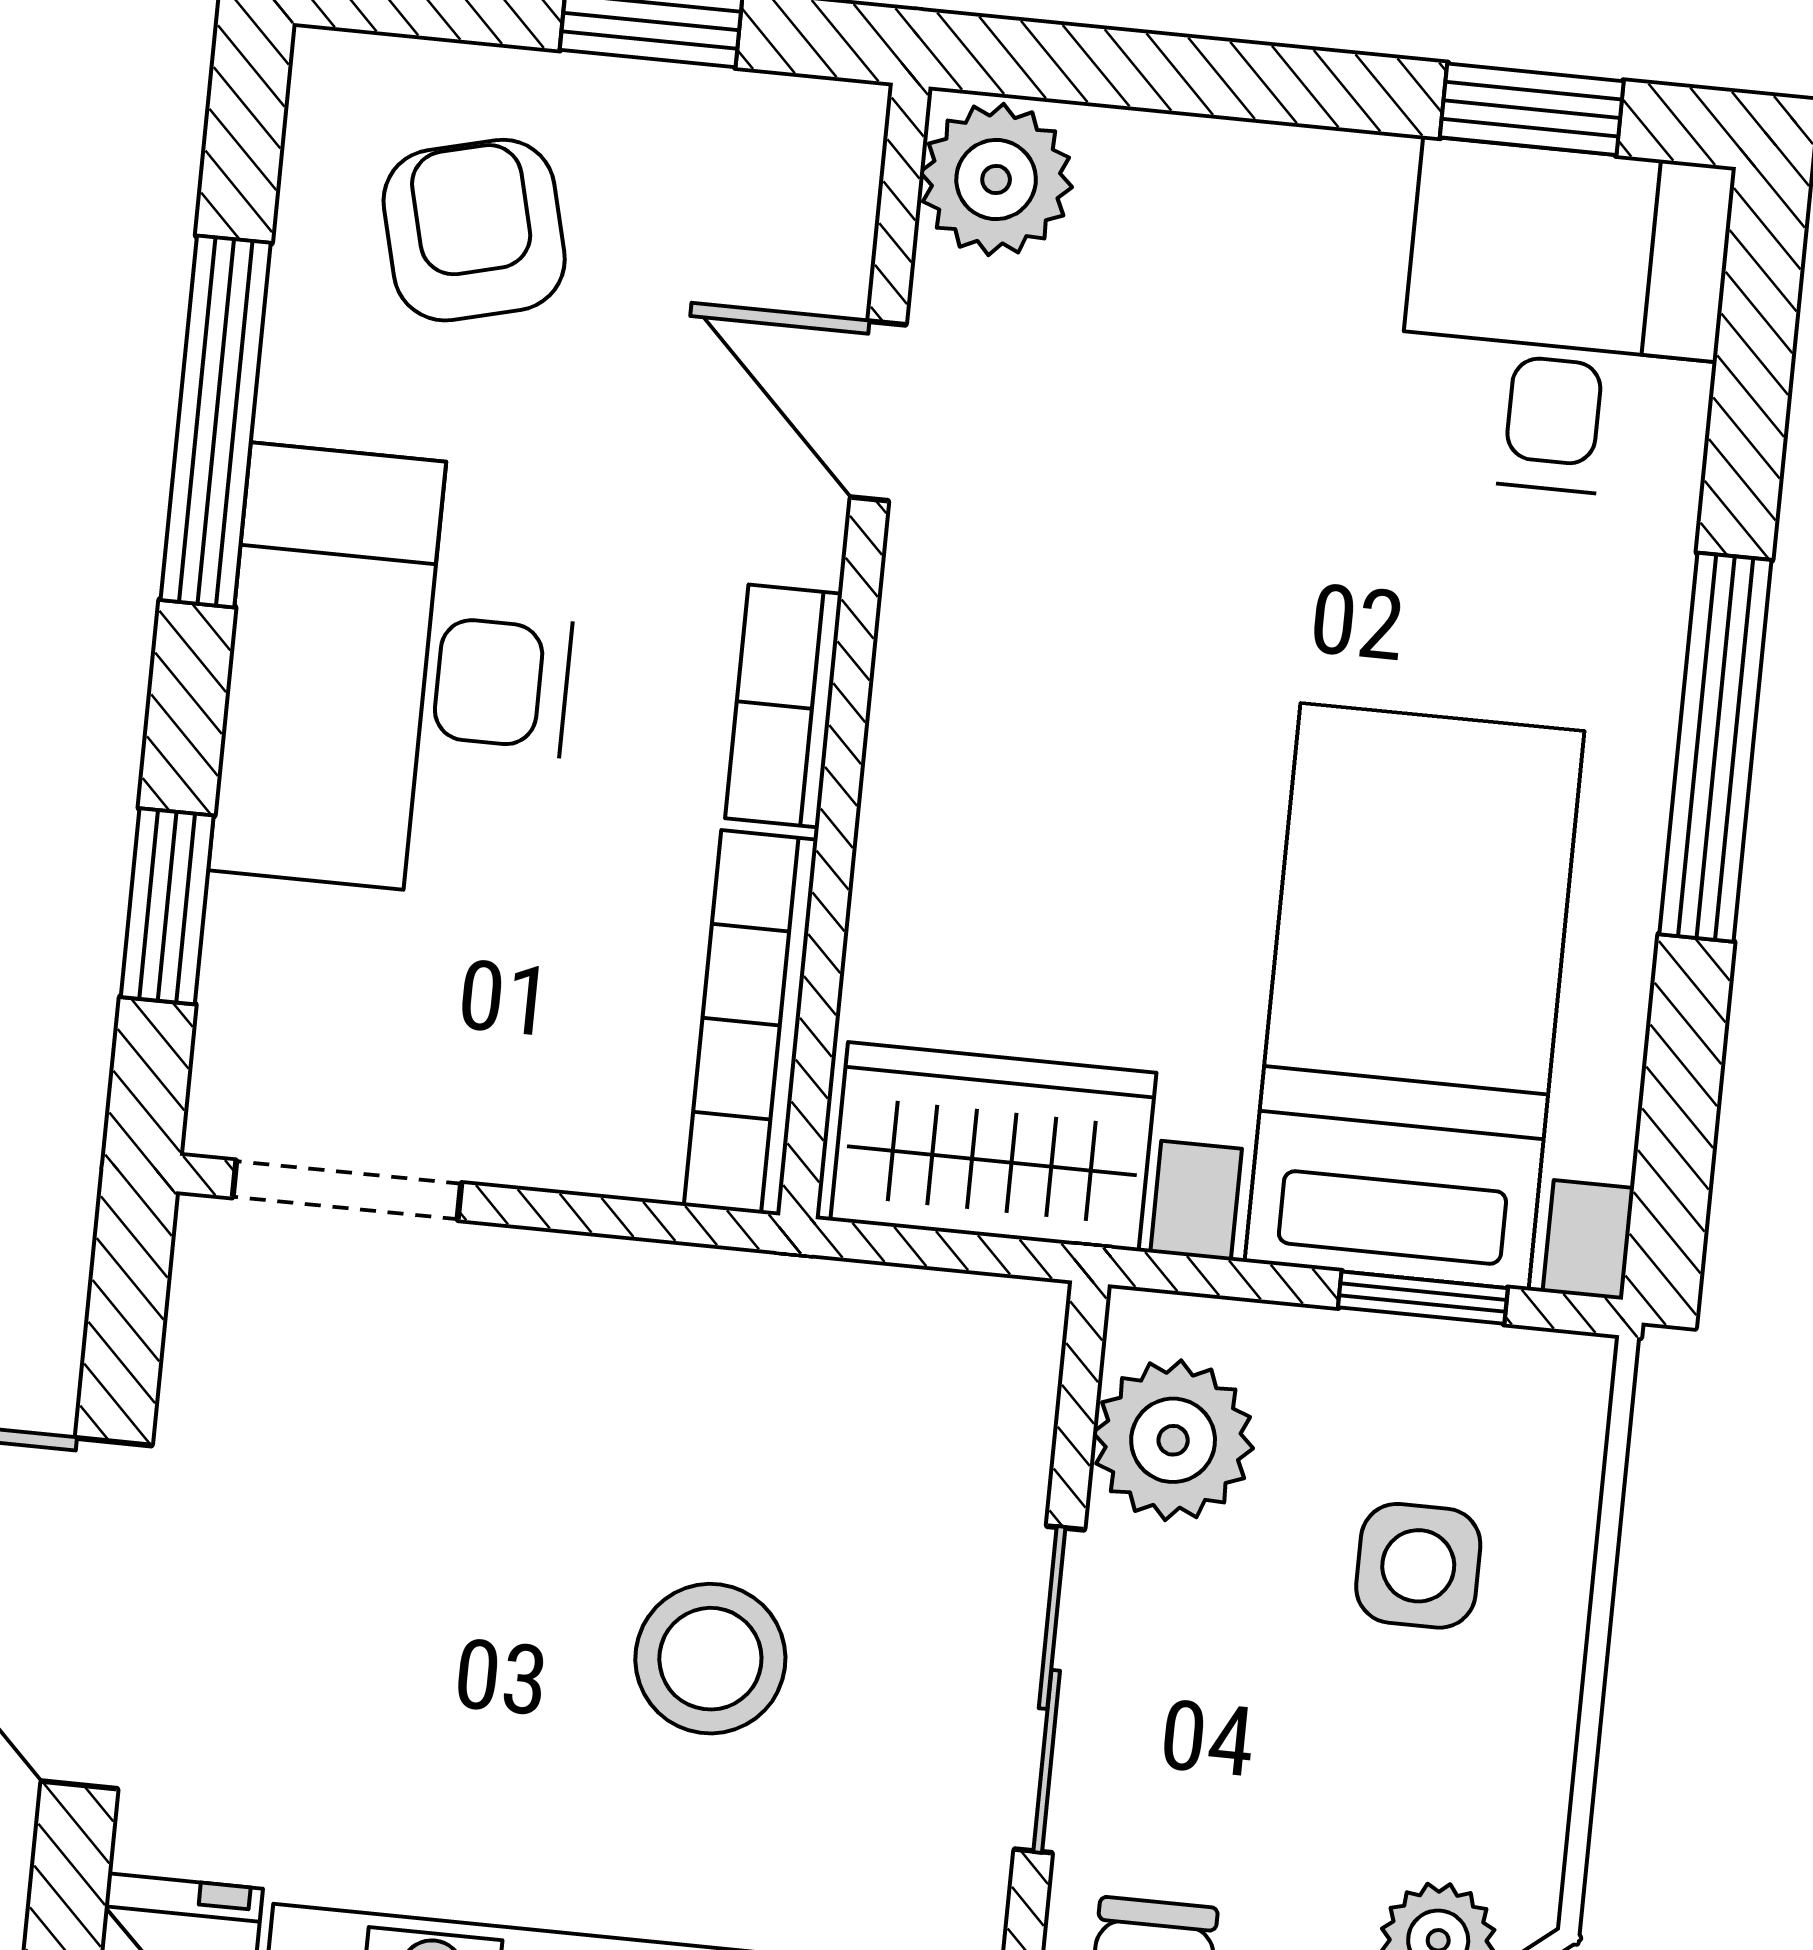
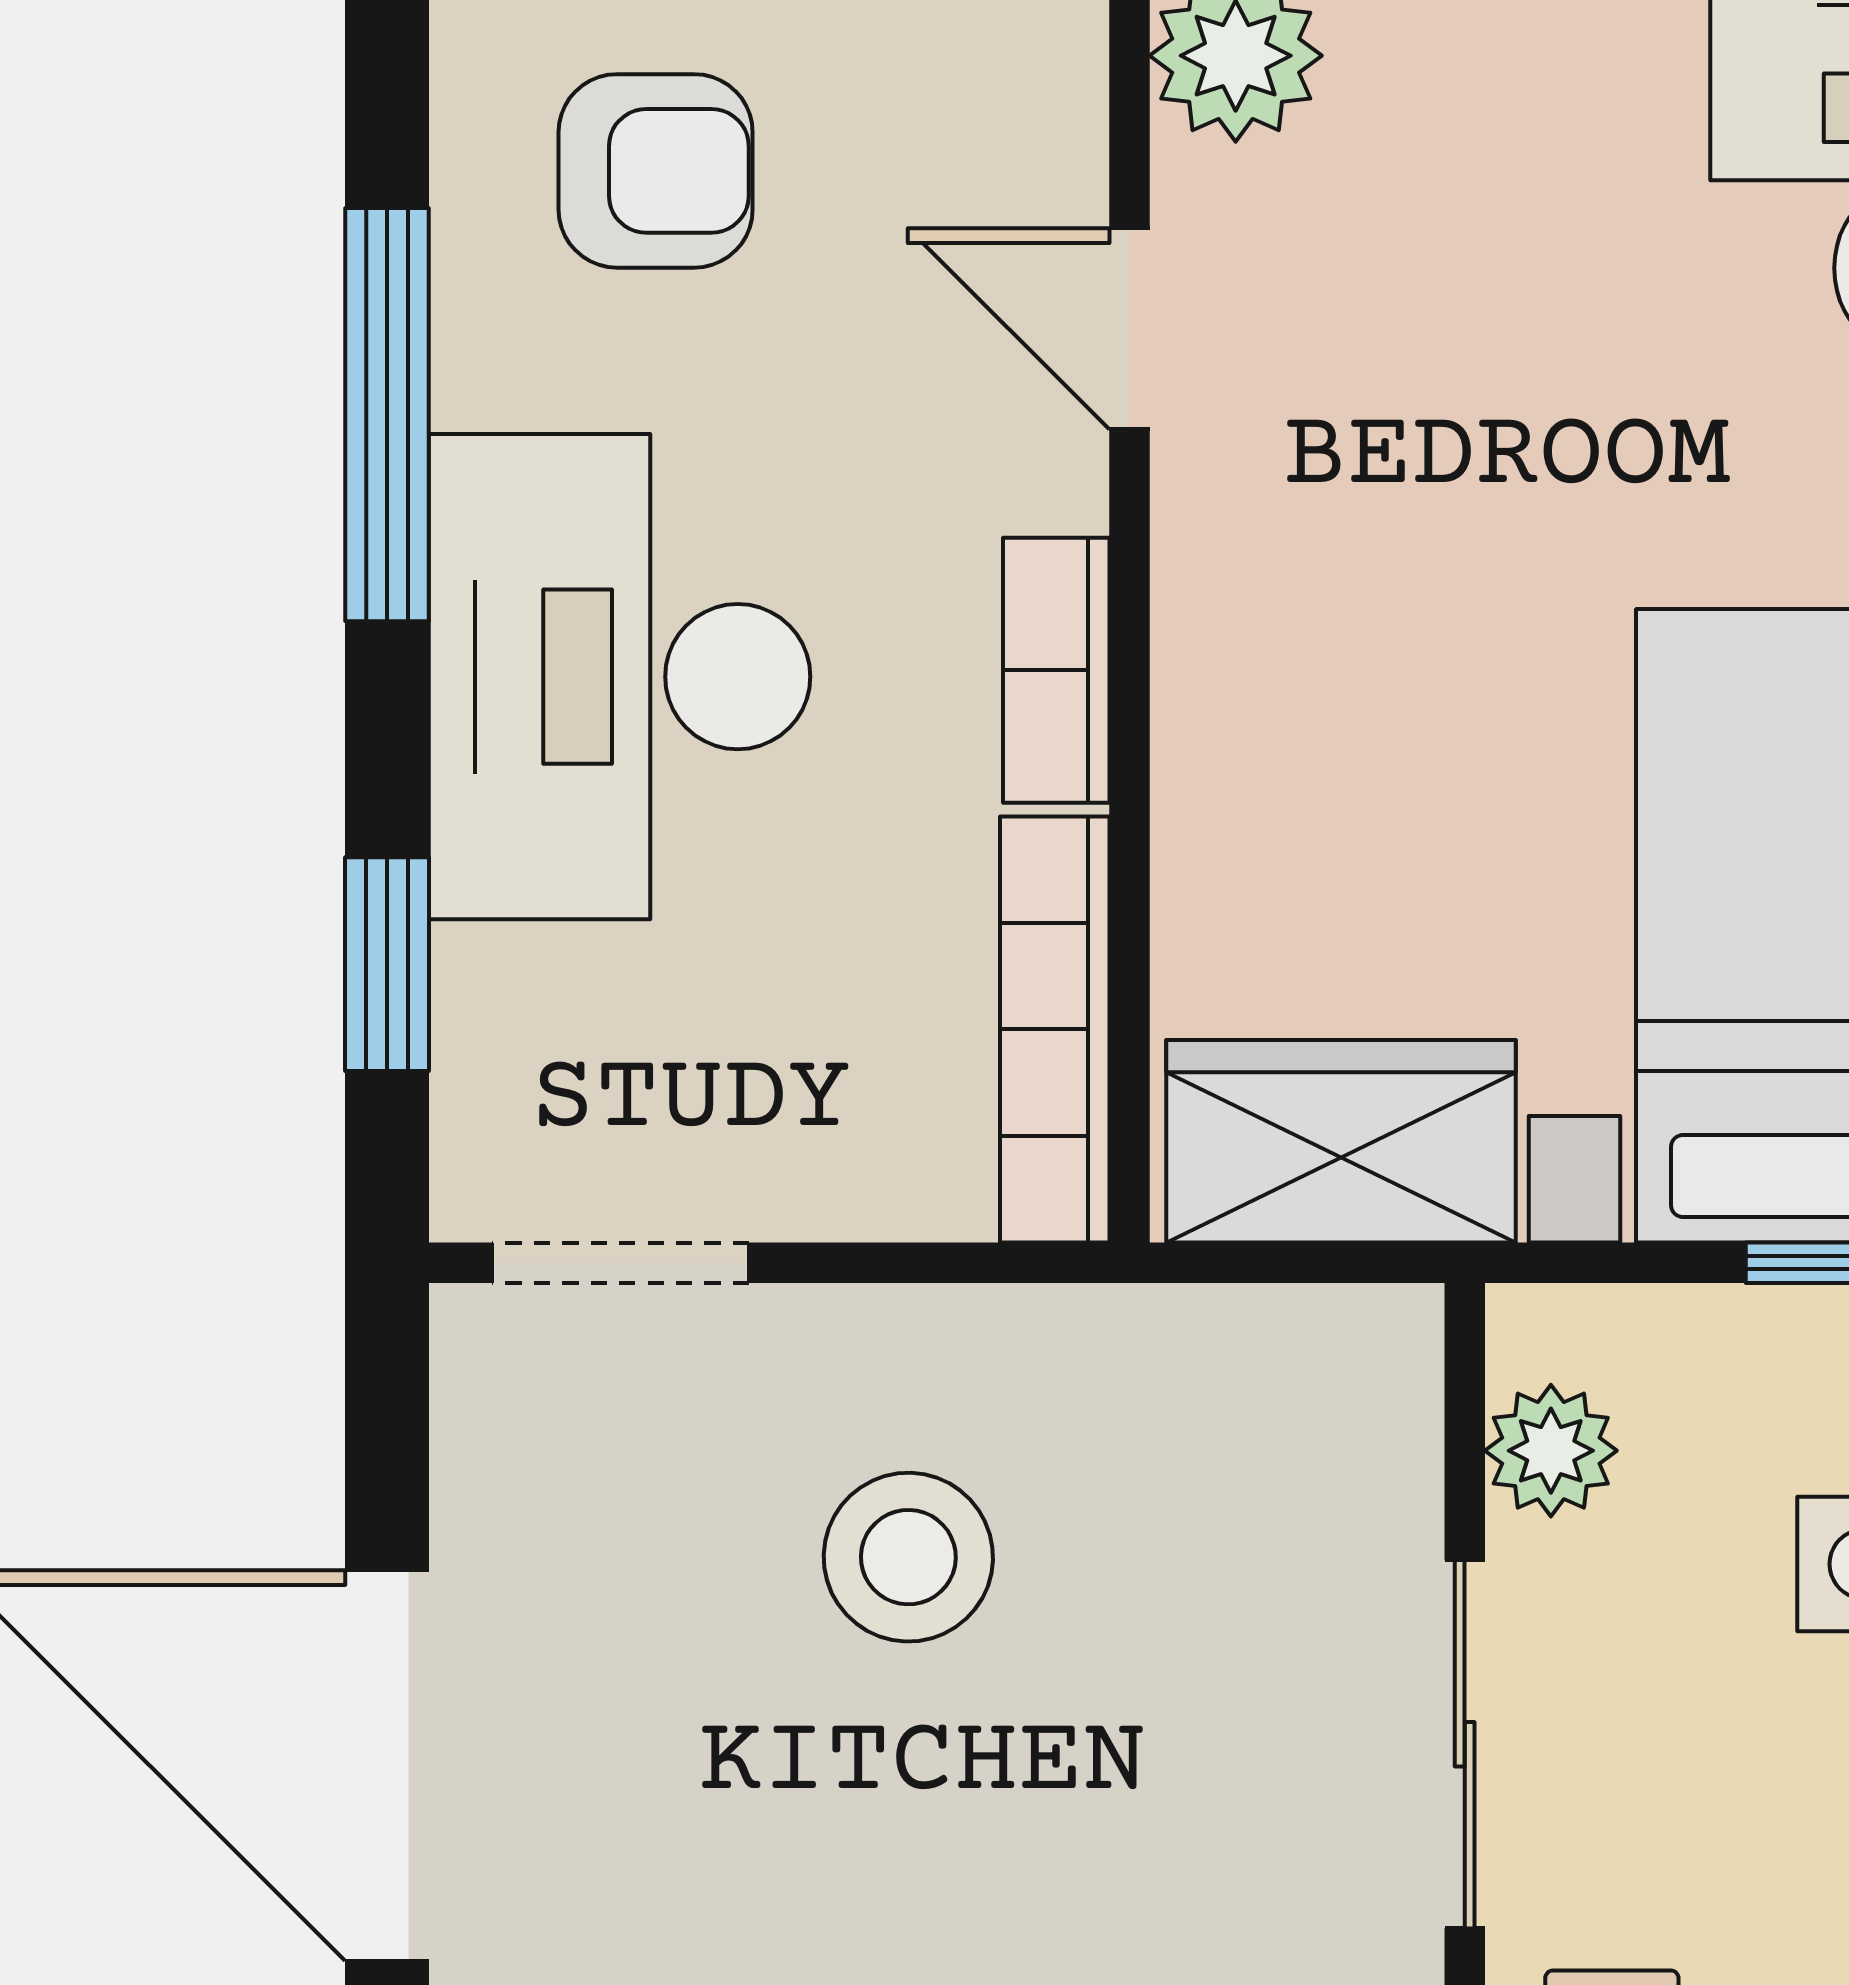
armchair: (474, 230) -> (656, 171), turned 104
plant: (1173, 1440) -> (1551, 1451), width x0.73, depth x0.73
stool: (710, 1659) -> (908, 1557), moved

